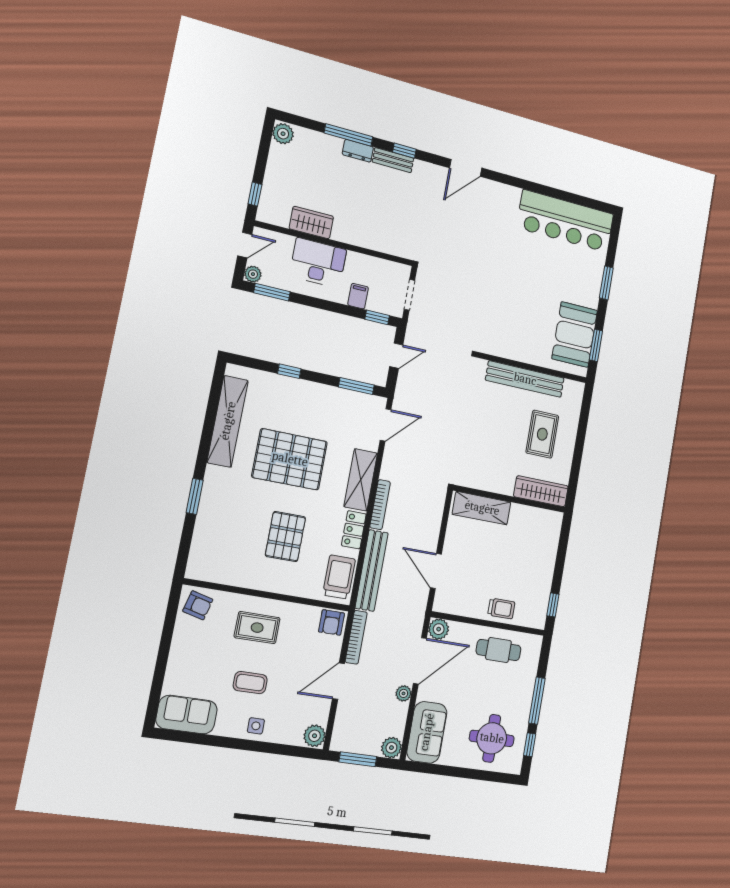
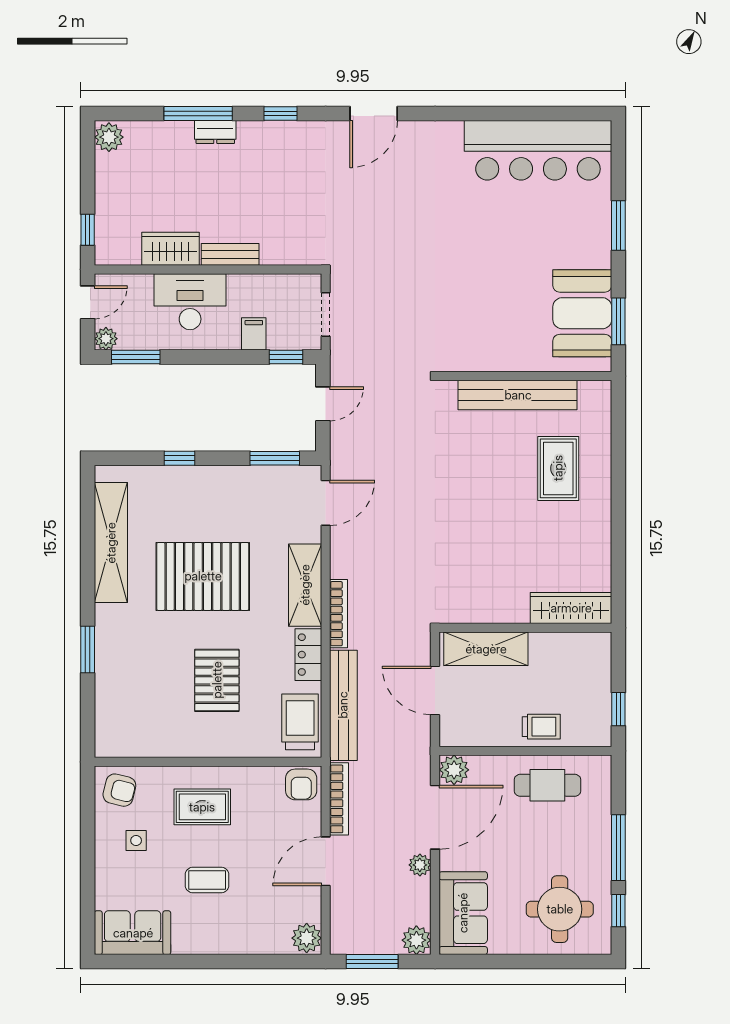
bench: (393, 160) -> (230, 254), moved
wardrobe: (541, 491) -> (571, 608), moved
wall: (510, 499) -> (525, 628), moved
shelving: (482, 508) -> (486, 649), moved
side table: (256, 726) -> (136, 841), moved

